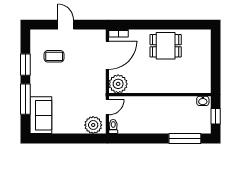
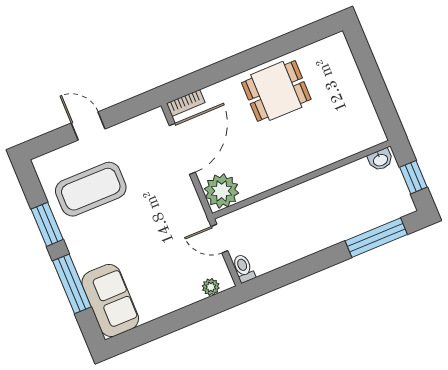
coffee table: (54, 56) -> (91, 189), width x1.86, depth x1.72
door: (107, 107) -> (219, 239), swing flipped
plant: (93, 125) -> (211, 287), width x0.53, depth x0.53

